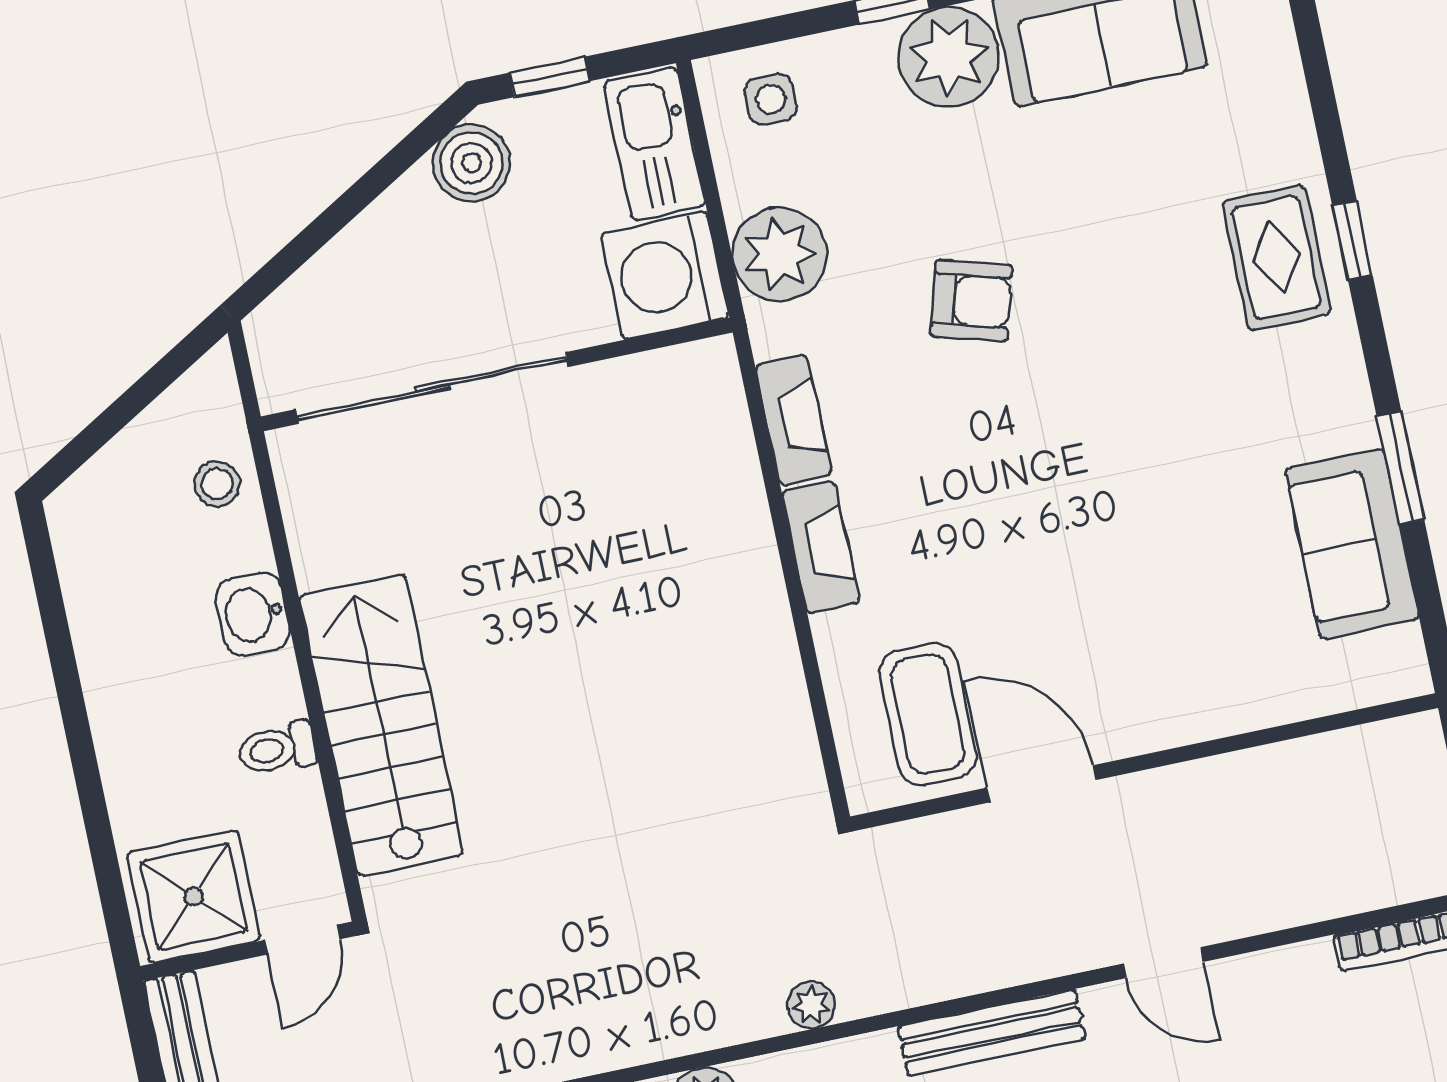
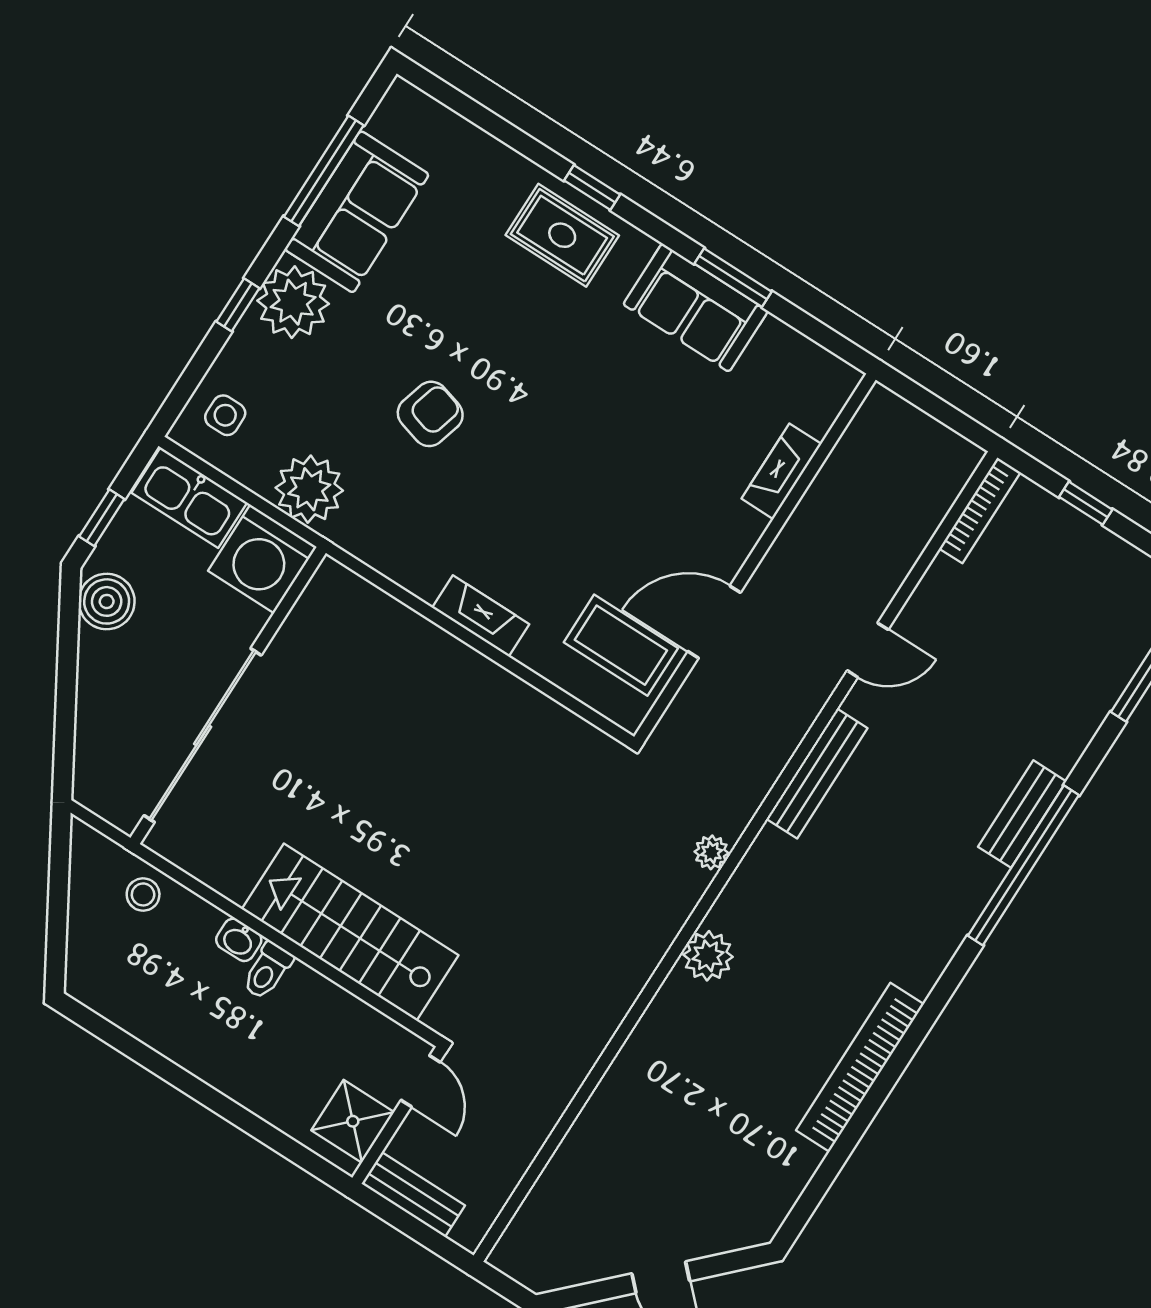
fireplace: (793, 420) -> (781, 471), moved, turned -90
sofa: (1352, 544) -> (696, 308), moved
washbasin: (253, 614) -> (239, 940), width x0.72, depth x0.69
toilet: (277, 749) -> (267, 971), moved
shower: (194, 897) -> (353, 1121), width x0.73, depth x0.73

